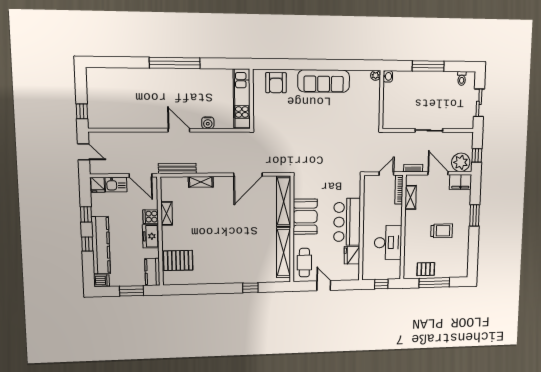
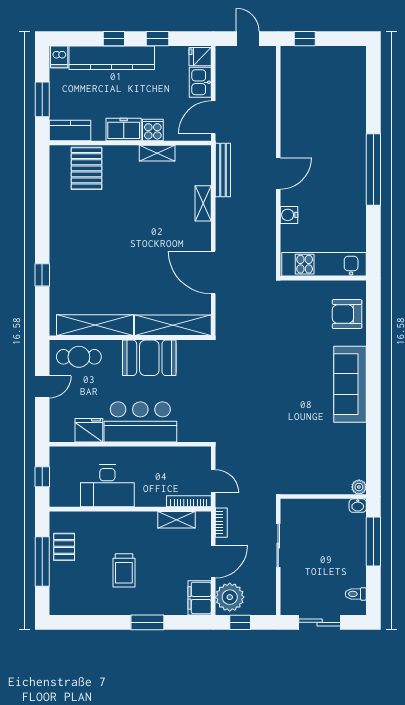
plant: (376, 75) -> (359, 487), moved
washbasin: (388, 76) -> (358, 506), moved
wall: (381, 100) -> (323, 497), moved
door: (84, 152) -> (248, 39), swing flipped

